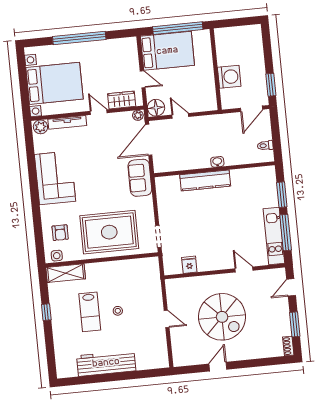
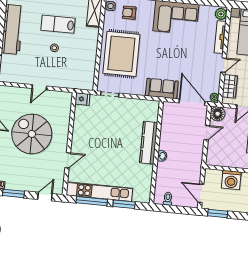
kitchen unit: (274, 236) -> (99, 192), width x1.36
fridge: (189, 265) -> (82, 99), moved
door: (291, 287) -> (45, 197), hinge flipped
spiral stairs: (222, 317) -> (32, 134), turned 90

